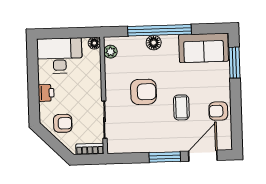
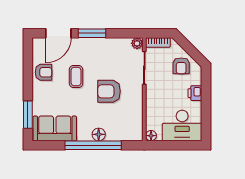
plant: (110, 52) -> (137, 43), moved
armchair: (63, 123) -> (181, 66), turned -90

